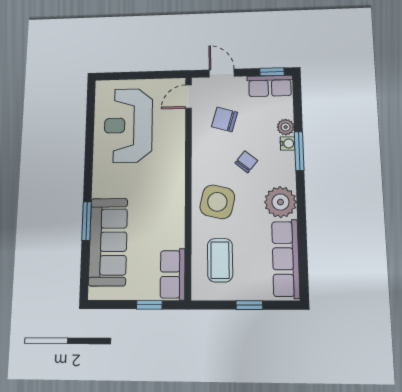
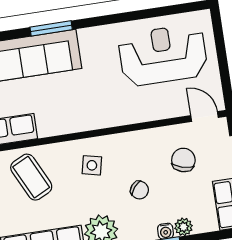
side table: (217, 202) -> (92, 165), width x0.54, depth x0.54
coffee table: (220, 260) -> (31, 177), turned 64

